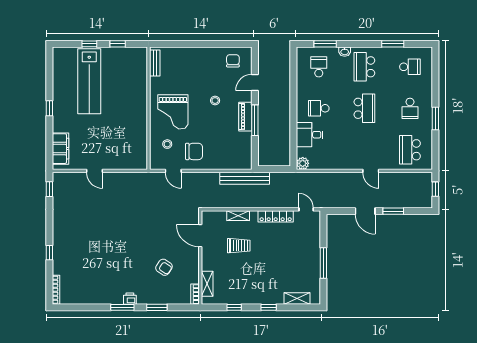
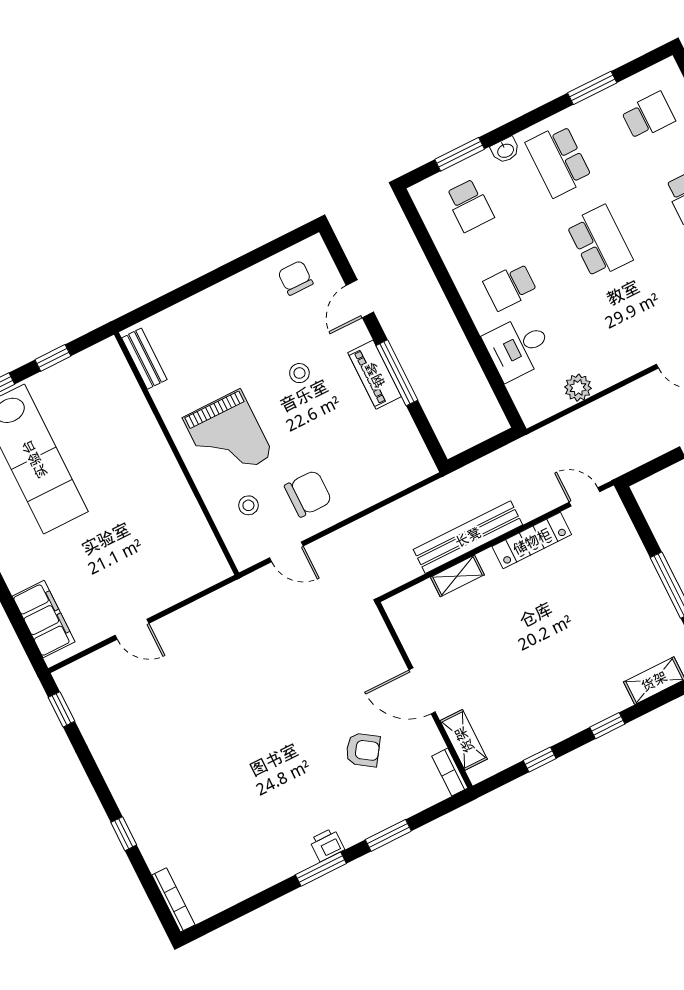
school desk: (319, 67) -> (469, 205), turned 180
plant: (303, 163) -> (578, 388), moved
bench: (245, 178) -> (468, 537), moved
door: (200, 236) -> (422, 691), moved
trolley: (239, 246) -> (488, 634), removed

